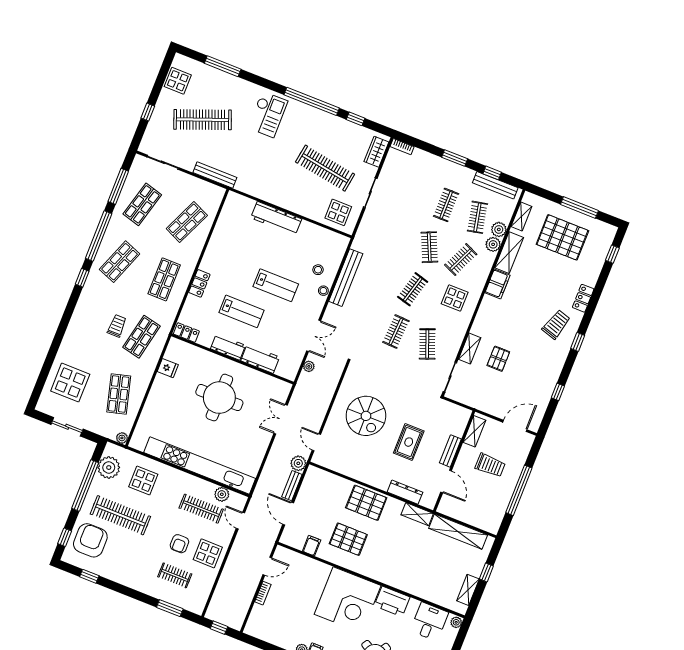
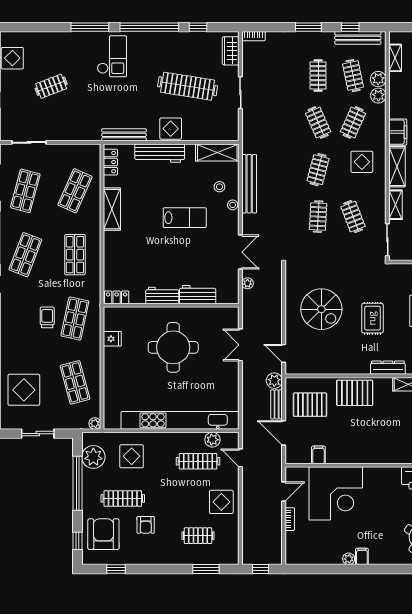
window: (223, 66) -> (90, 27), moved
clothes rail: (203, 120) -> (51, 86), width x0.54, depth x0.76
bench: (215, 175) -> (124, 135), moved
display table: (338, 212) -> (171, 129), moved
shelving: (328, 238) -> (217, 153), added
shelving: (214, 252) -> (112, 209), added
shelving: (509, 253) -> (397, 167), moved
locker: (199, 283) -> (110, 162), moved
lab bench: (242, 311) -> (162, 256), removed
clothes rail: (120, 515) -> (123, 498), width x0.73, depth x0.76
pallet: (348, 539) -> (310, 405), moved
armchair: (179, 544) -> (146, 525), moved
corner desk: (348, 600) -> (336, 493), moved

